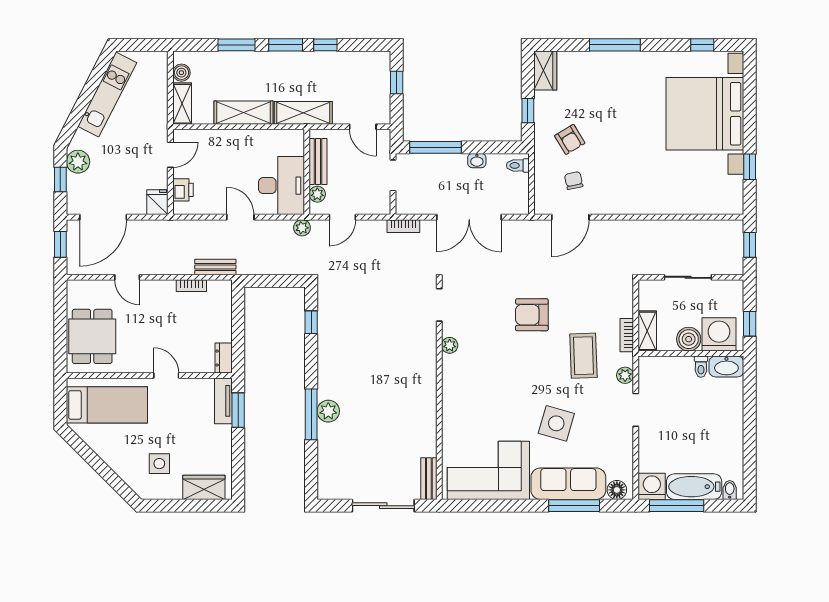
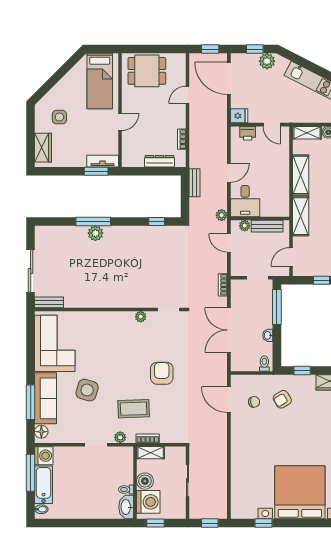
desk: (281, 186) -> (245, 201), width x0.73
bench: (215, 267) -> (195, 183), moved
dresser: (224, 358) -> (160, 161), moved, width x1.44

